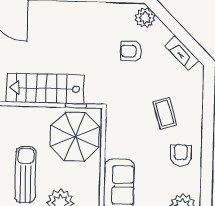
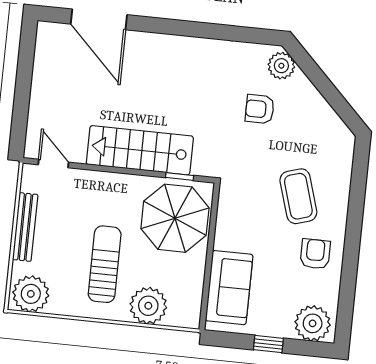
fireplace: (182, 53) -> (328, 117), removed
coffee table: (165, 113) -> (298, 196), width x1.36, depth x1.30

